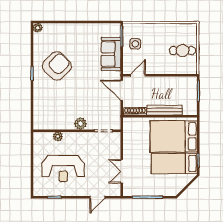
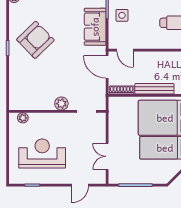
door: (138, 75) -> (125, 50), swing flipped
plant: (58, 136) -> (23, 118), moved
reception desk: (63, 169) -> (42, 154), turned 180

